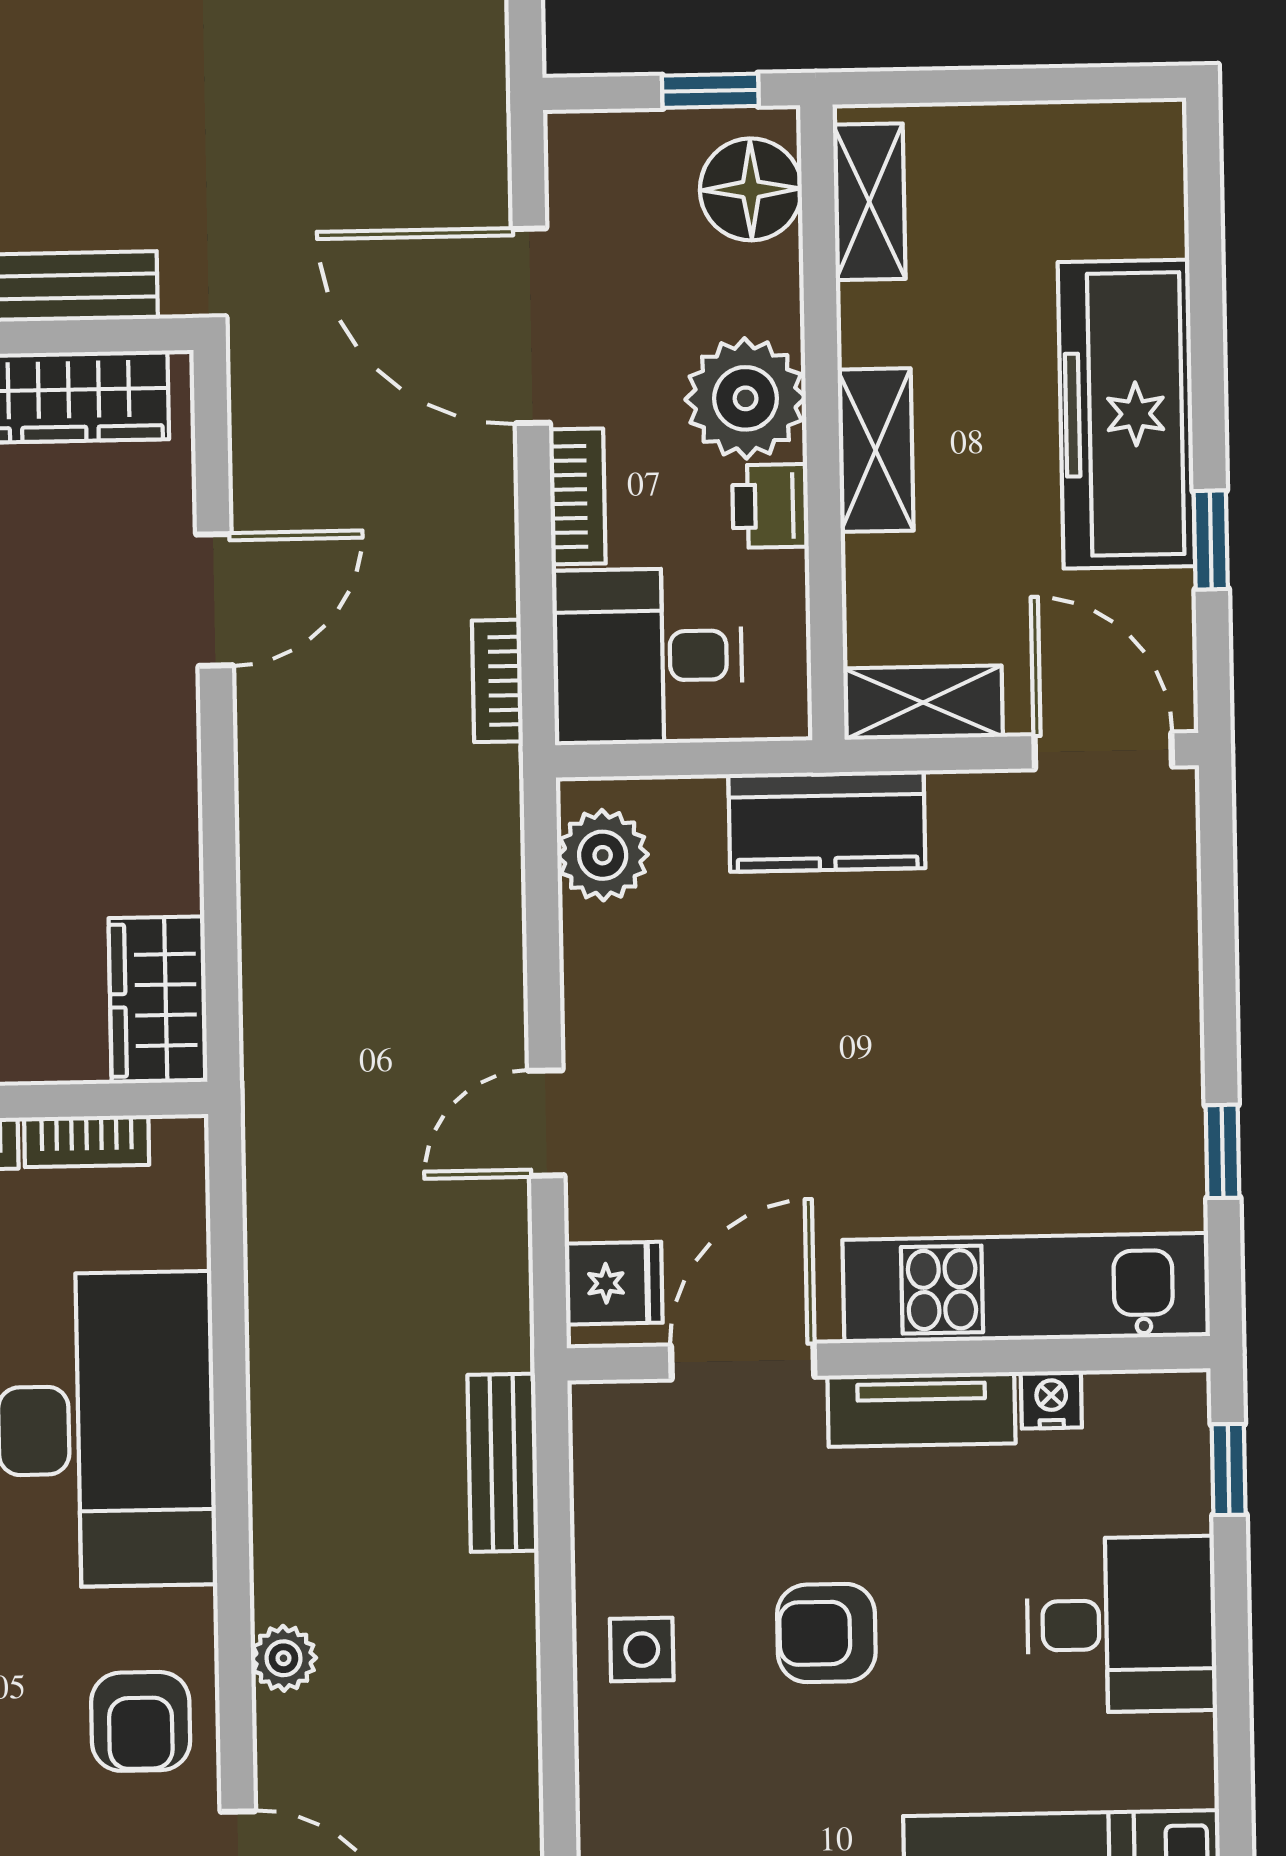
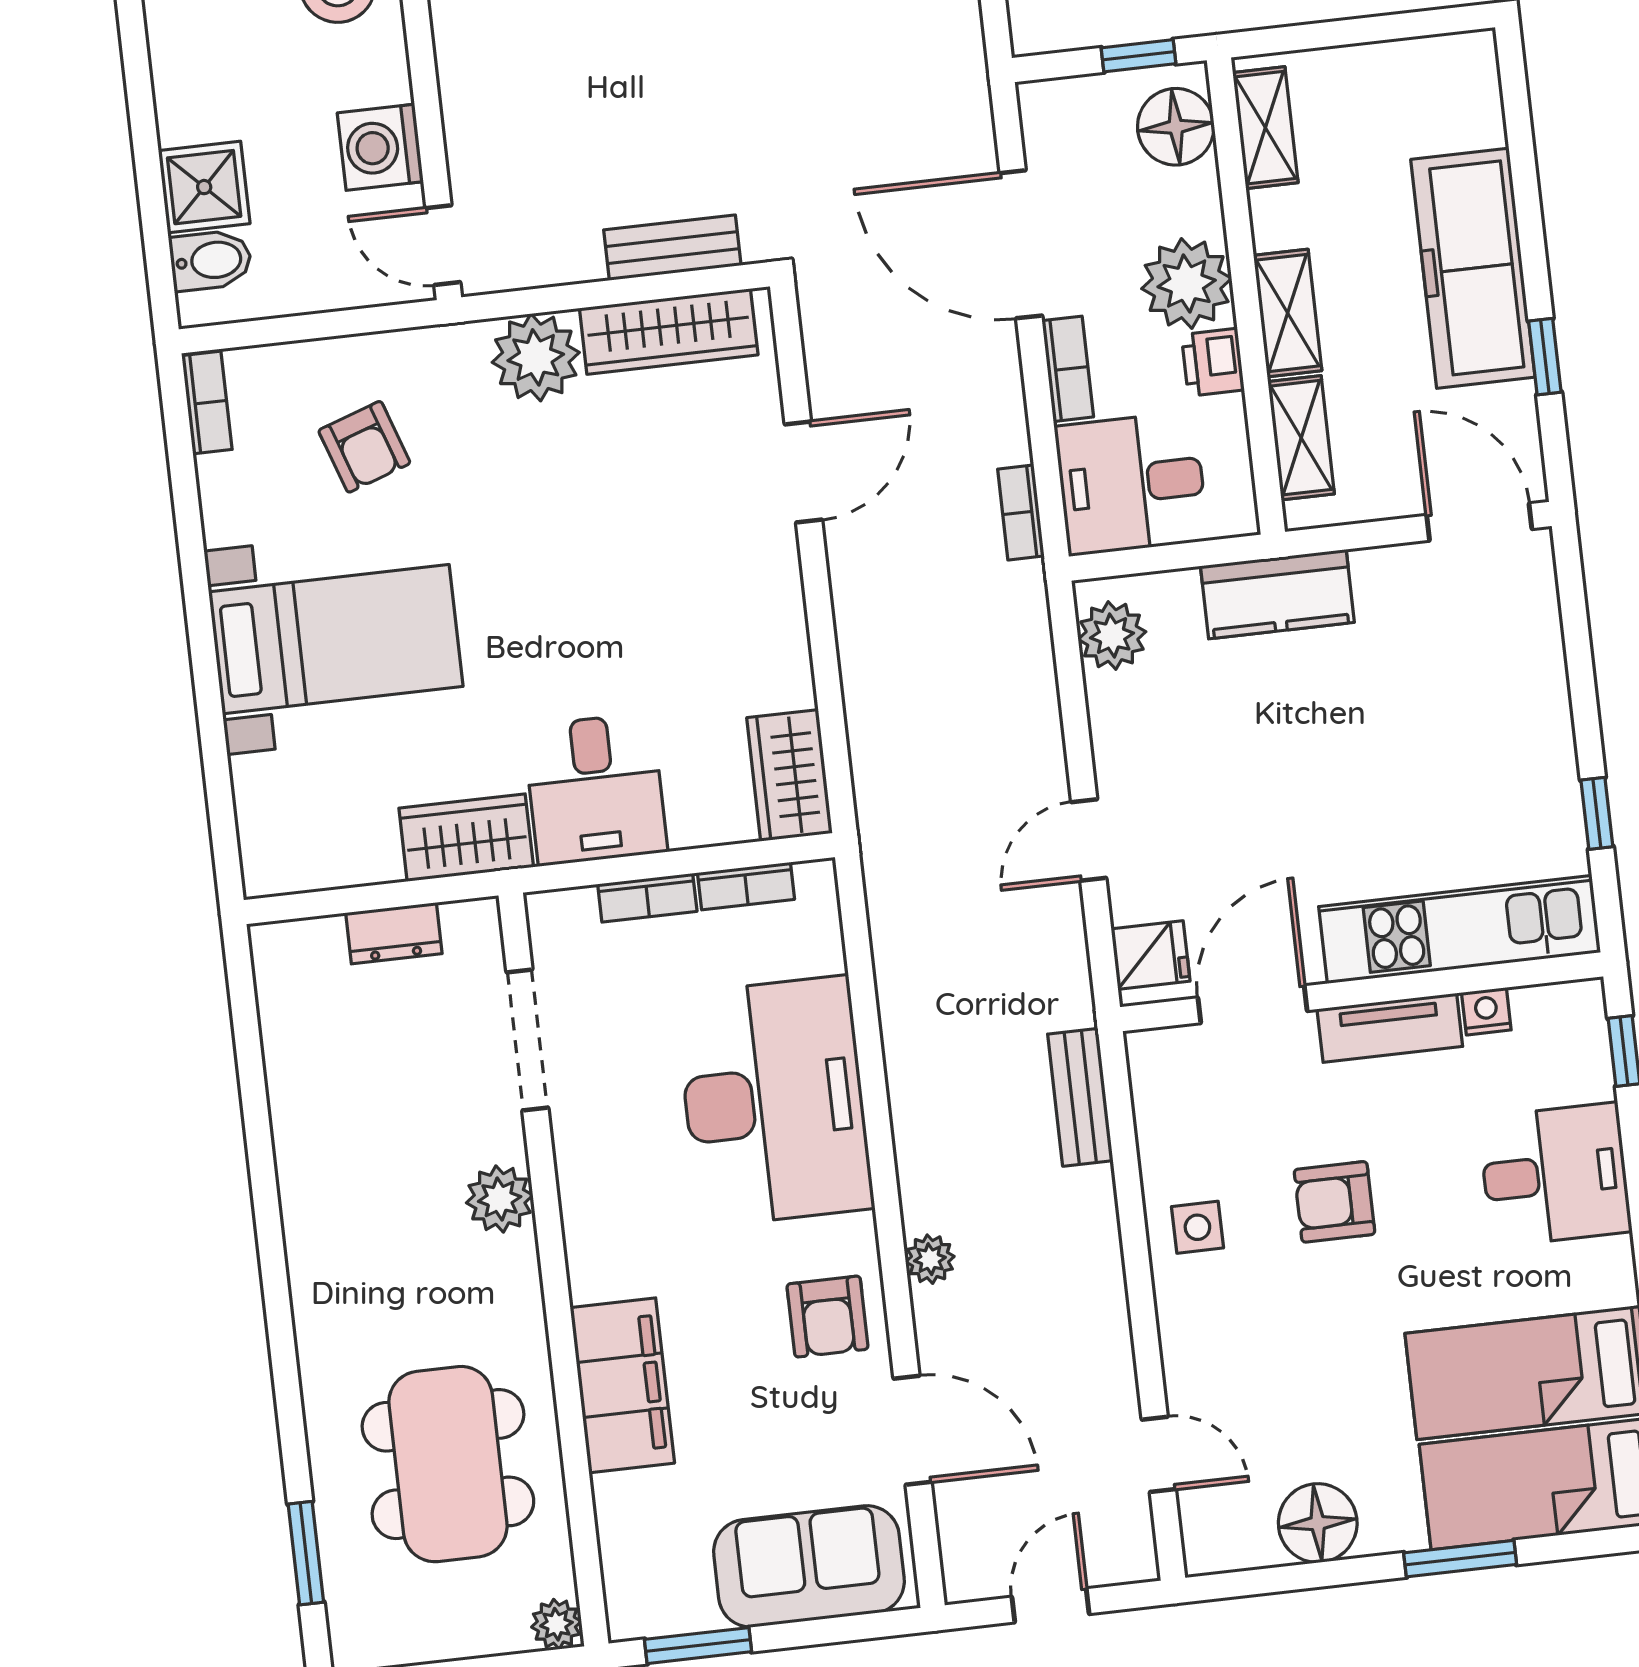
shelving: (923, 703) -> (1301, 438), moved, turned 90

